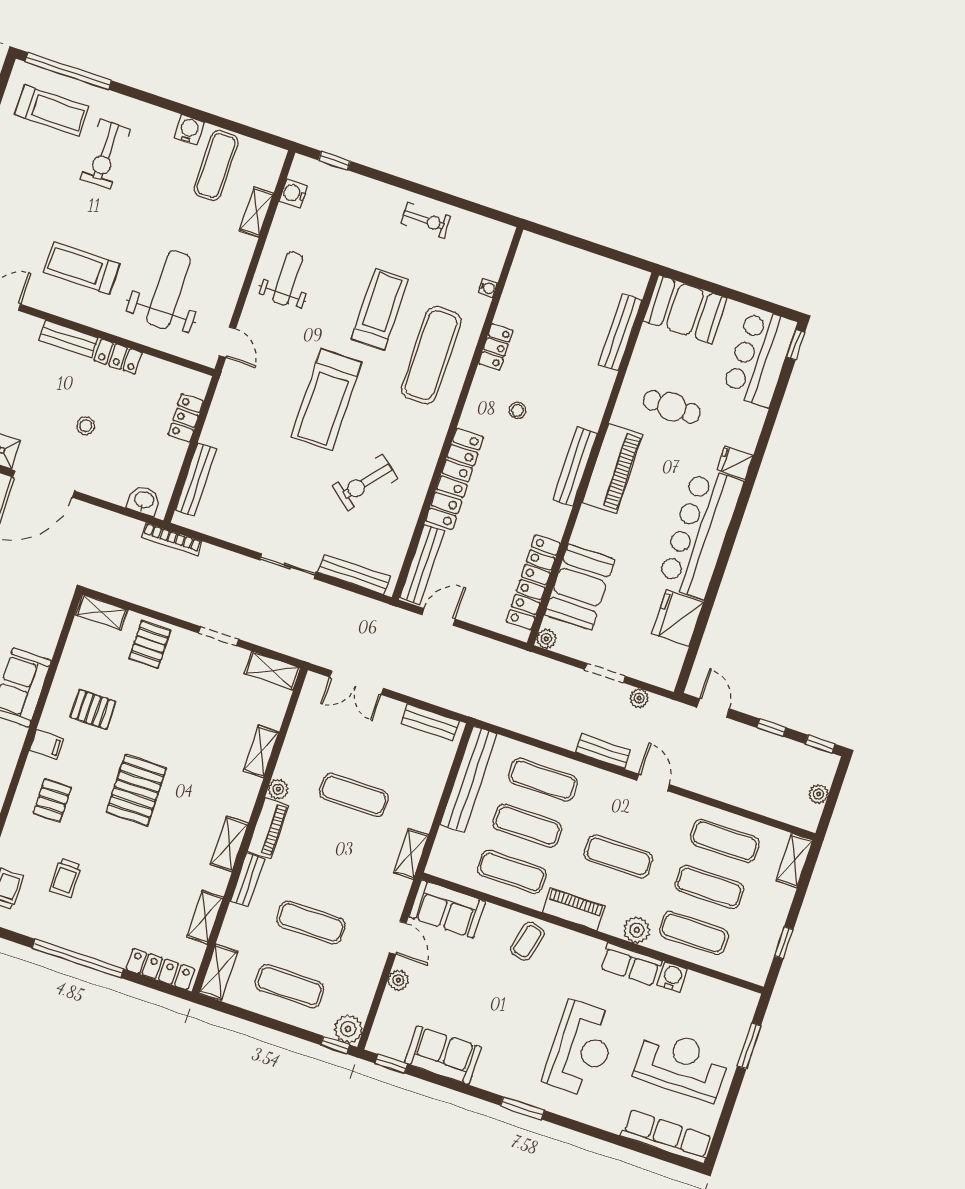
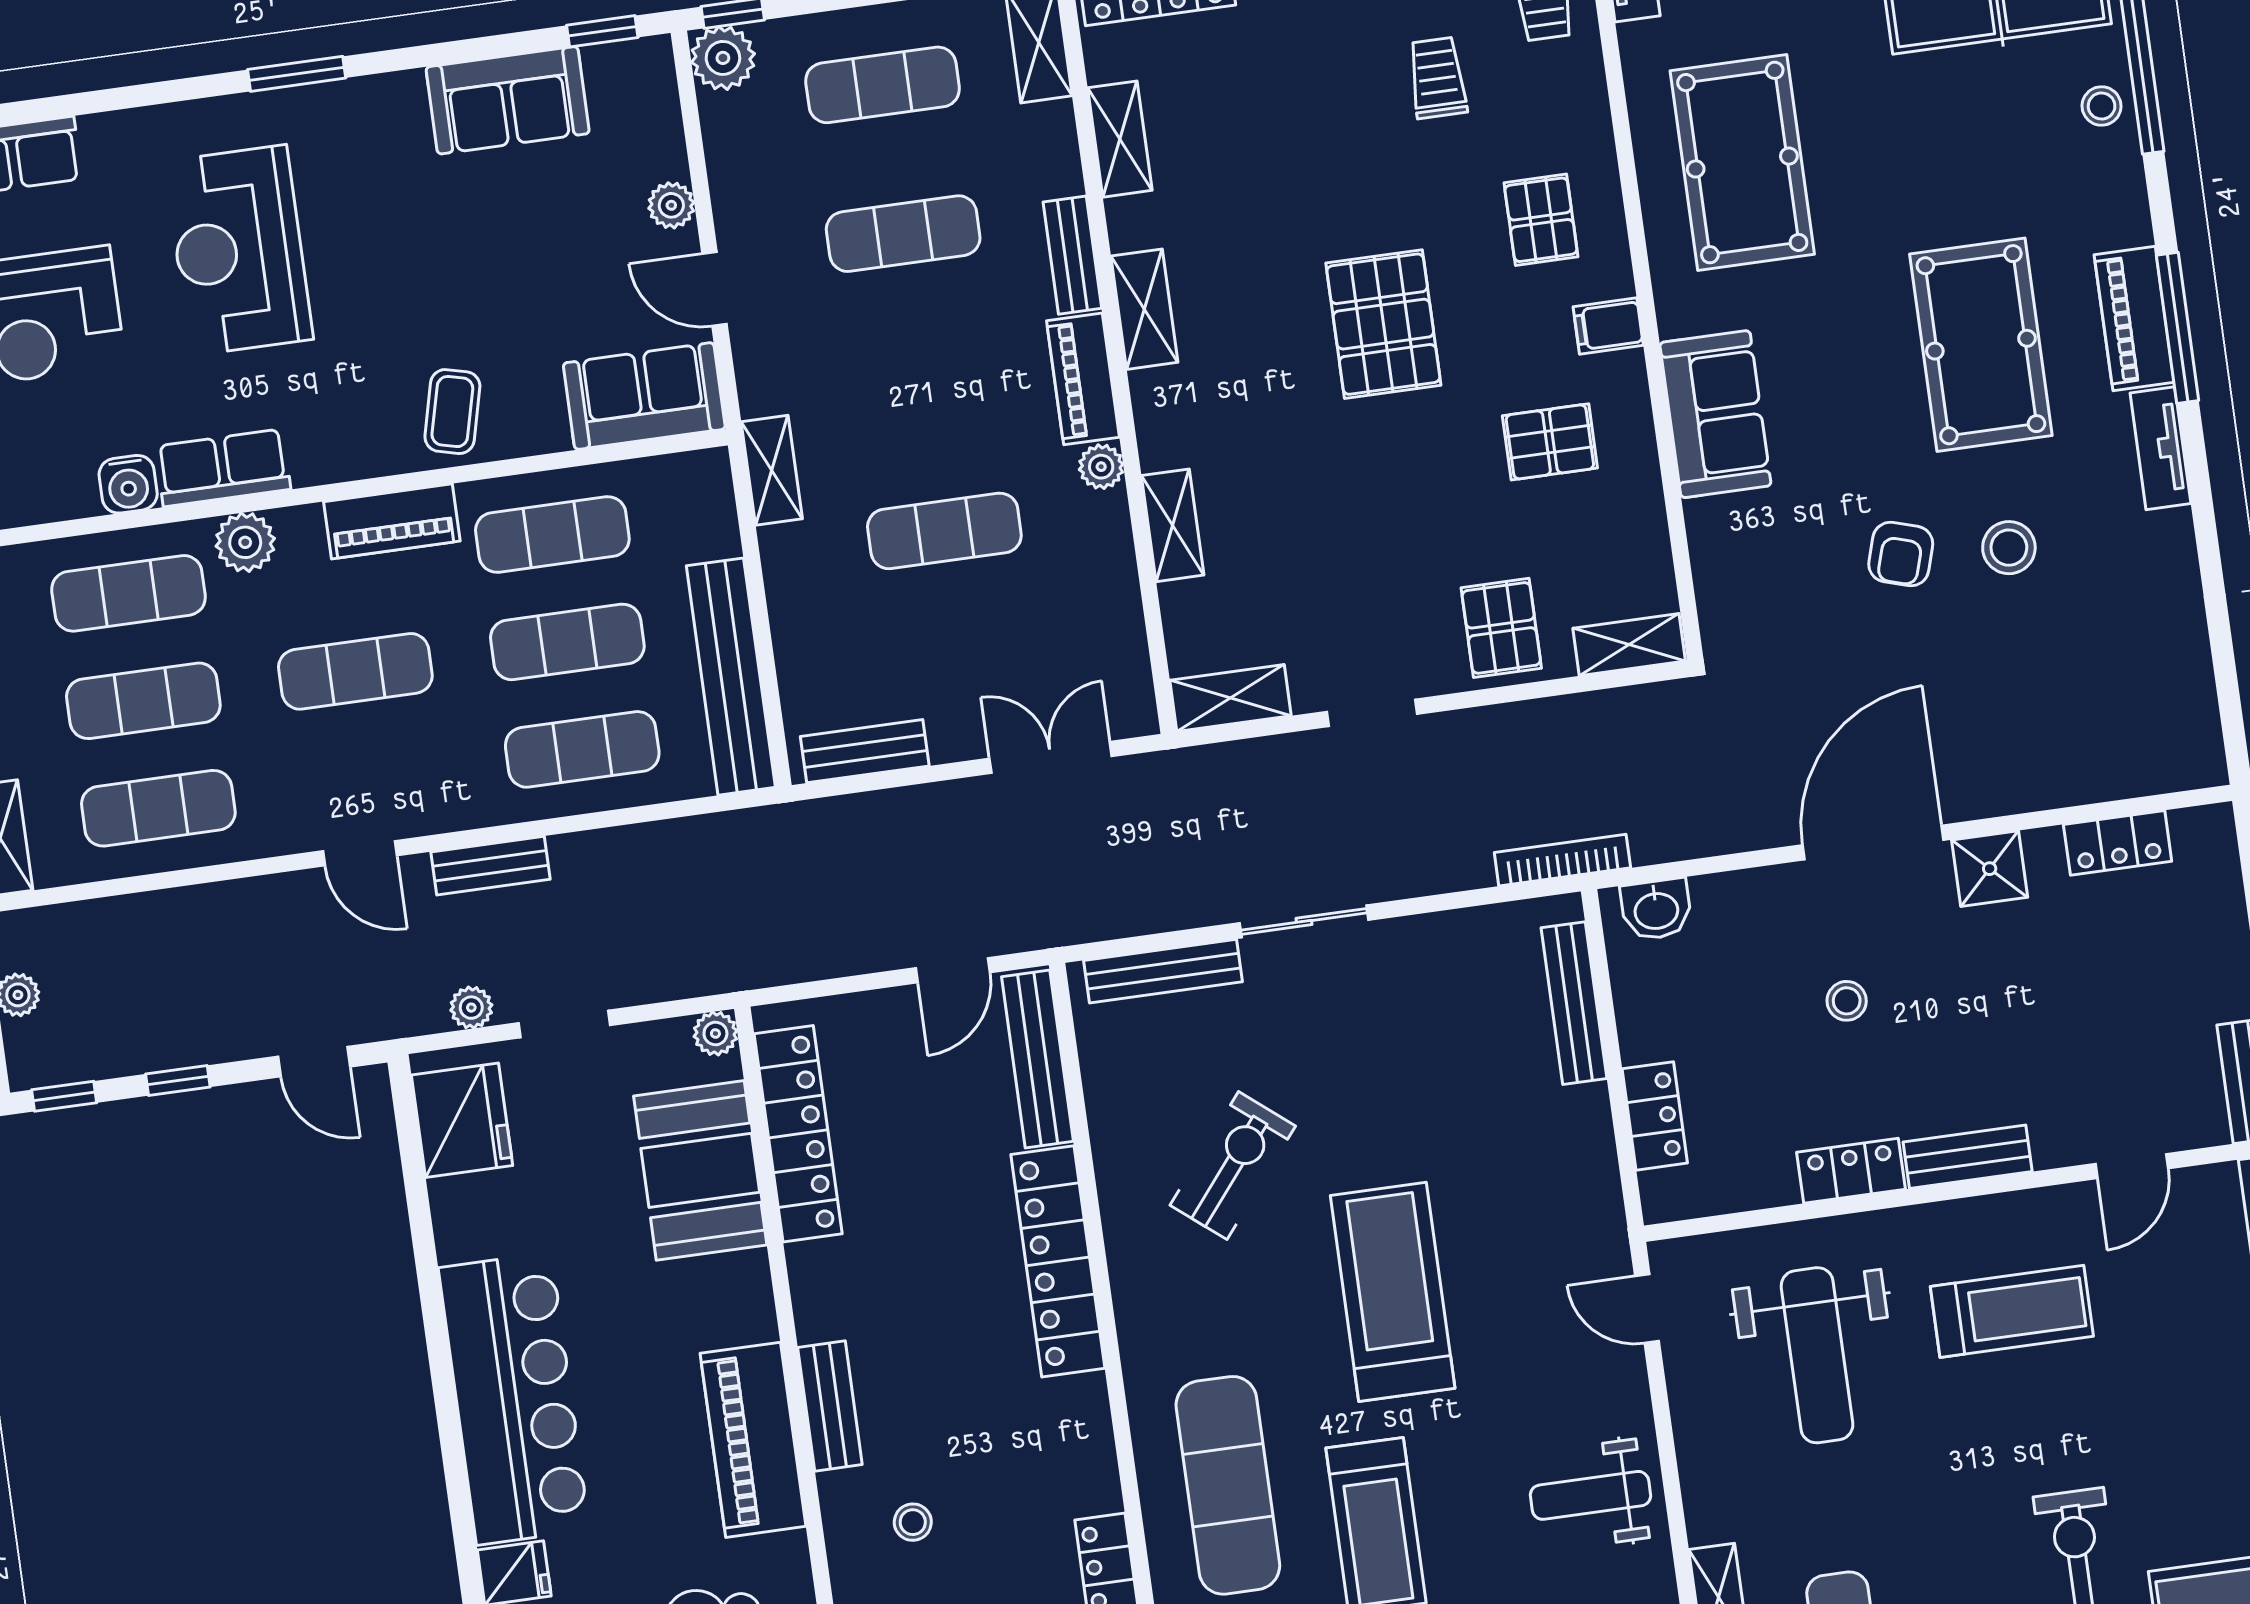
weight bench: (288, 278) -> (1591, 1495), turned 90
stool: (518, 410) -> (913, 1522), moved
bench: (575, 467) -> (830, 1406), width x0.73
fridge: (678, 618) -> (462, 1120), moved

